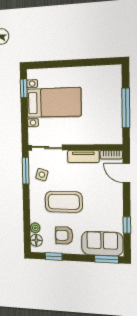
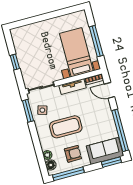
window: (24, 88) -> (15, 62), moved
bed with nightstands: (54, 102) -> (76, 52), moved, turned -90
window: (127, 225) -> (120, 130), width x3.17
armchair: (64, 235) -> (73, 154), turned 180
window: (54, 256) -> (68, 174), width x2.17

